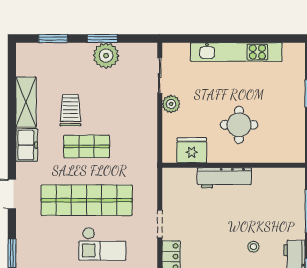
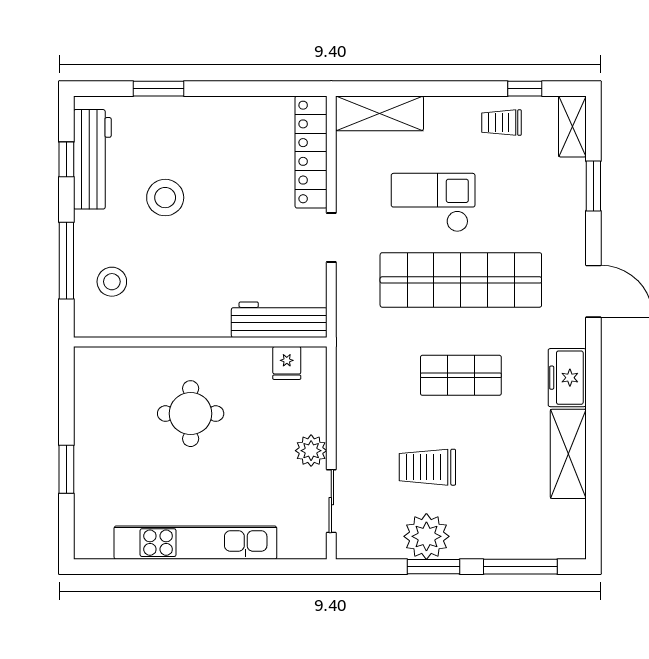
window: (53, 39) -> (520, 567), width x1.44
trolley: (70, 110) -> (427, 467), moved, turned 90
fridge: (192, 150) -> (287, 363), width x0.53, depth x0.75
workbench: (224, 178) -> (279, 320), moved
stool: (283, 199) -> (112, 282), added
stool: (253, 247) -> (165, 198), width x1.89, depth x1.89

